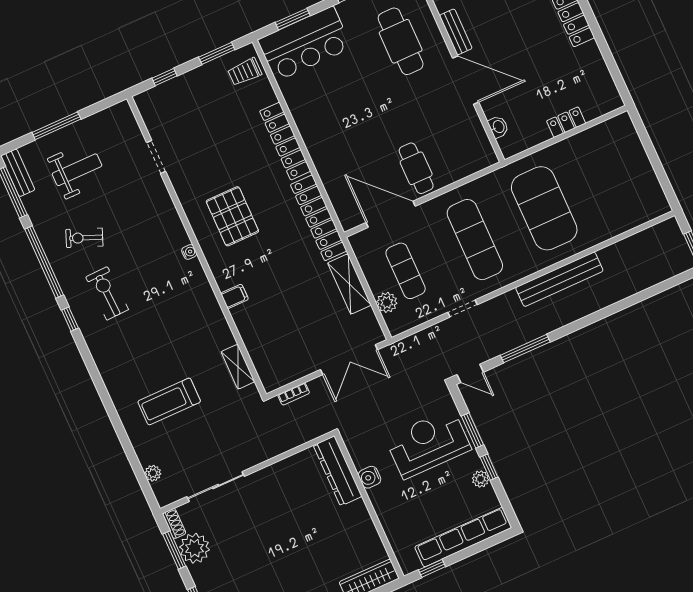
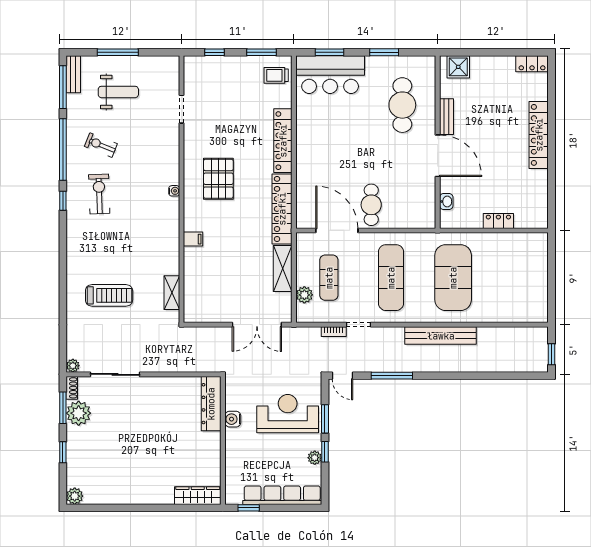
bookcase: (294, 394) -> (334, 332), moved
treadmill: (169, 401) -> (109, 295), turned 180
plant: (153, 473) -> (73, 366), moved

